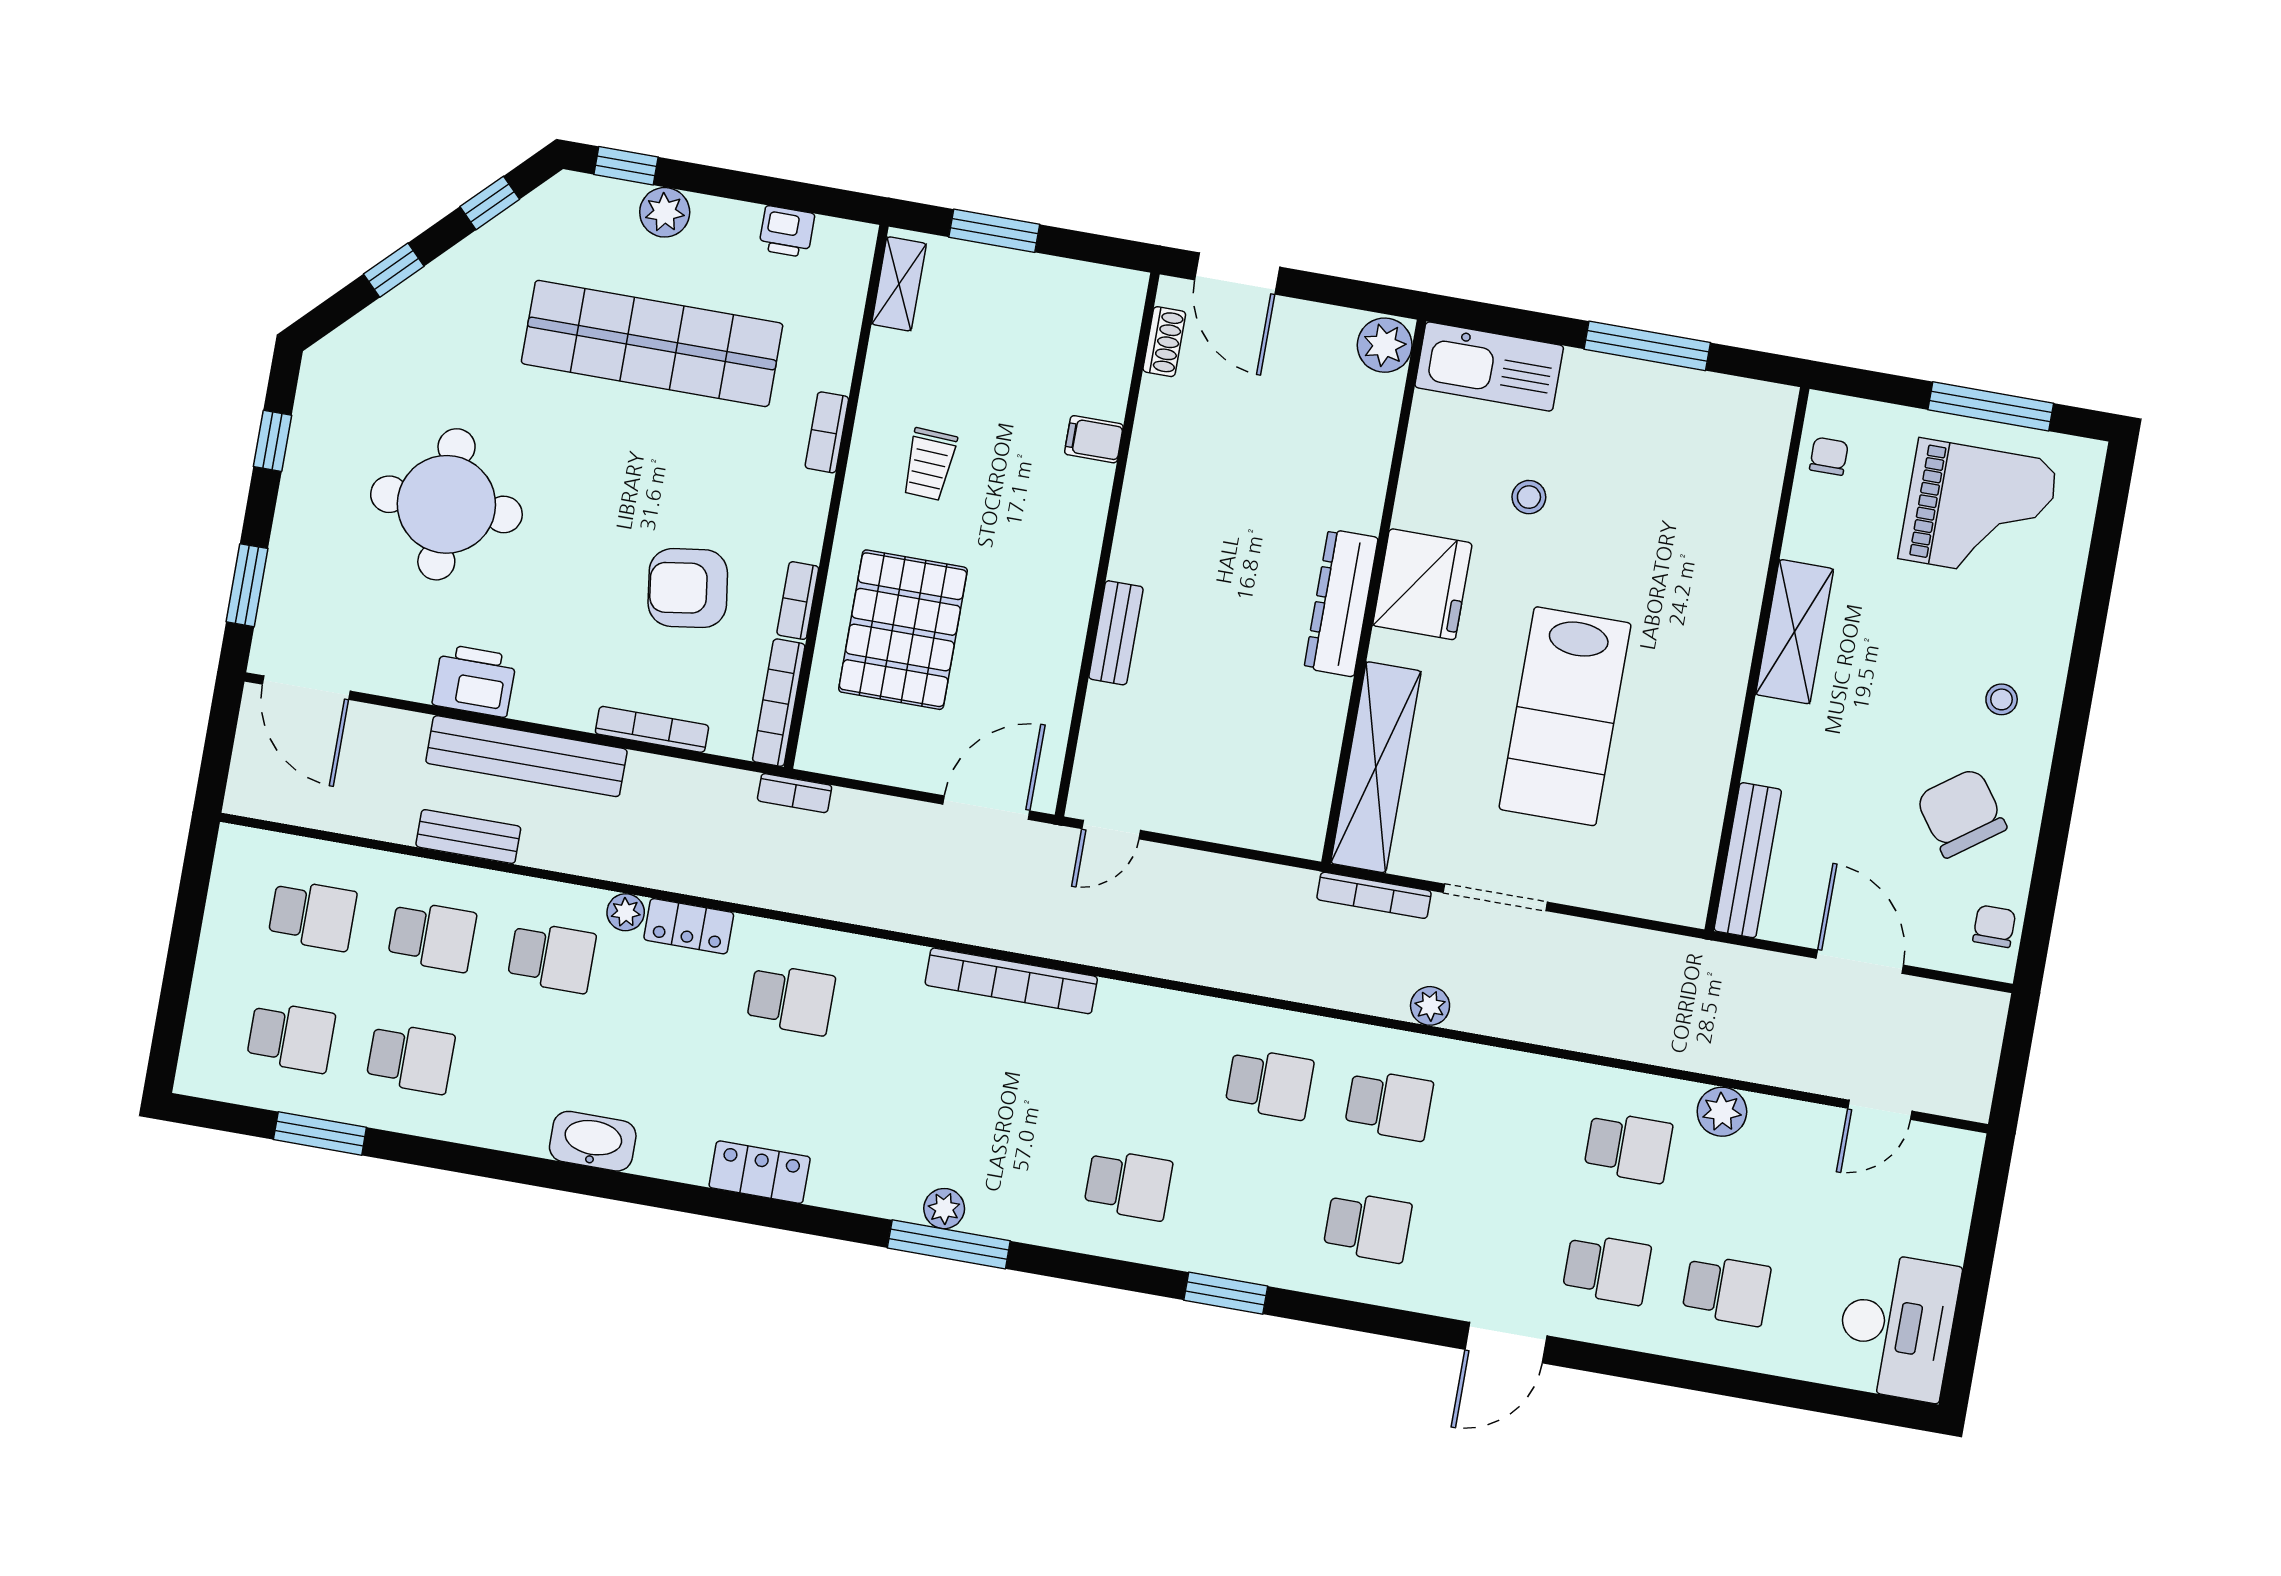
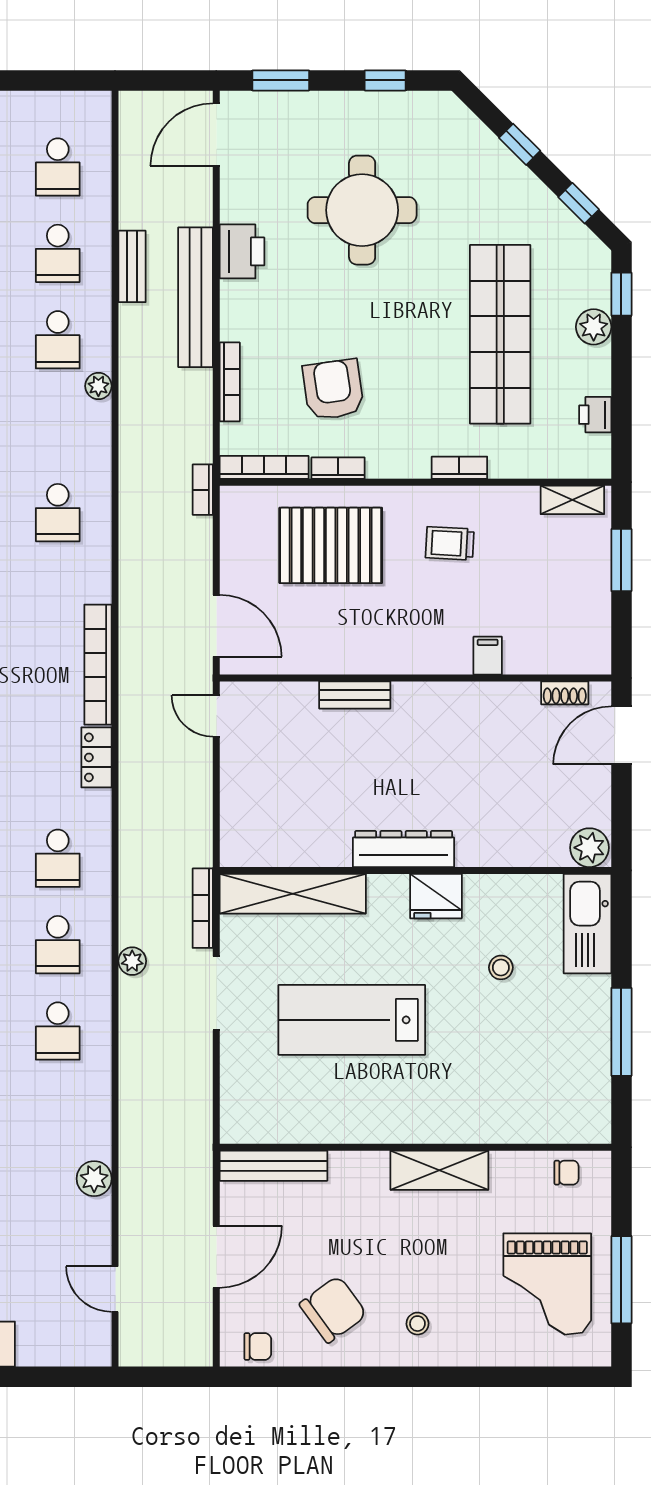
fridge: (1422, 584) -> (436, 896), width x0.73, depth x0.75
locker: (689, 926) -> (96, 757), moved
school desk: (1628, 1147) -> (58, 1031), moved

